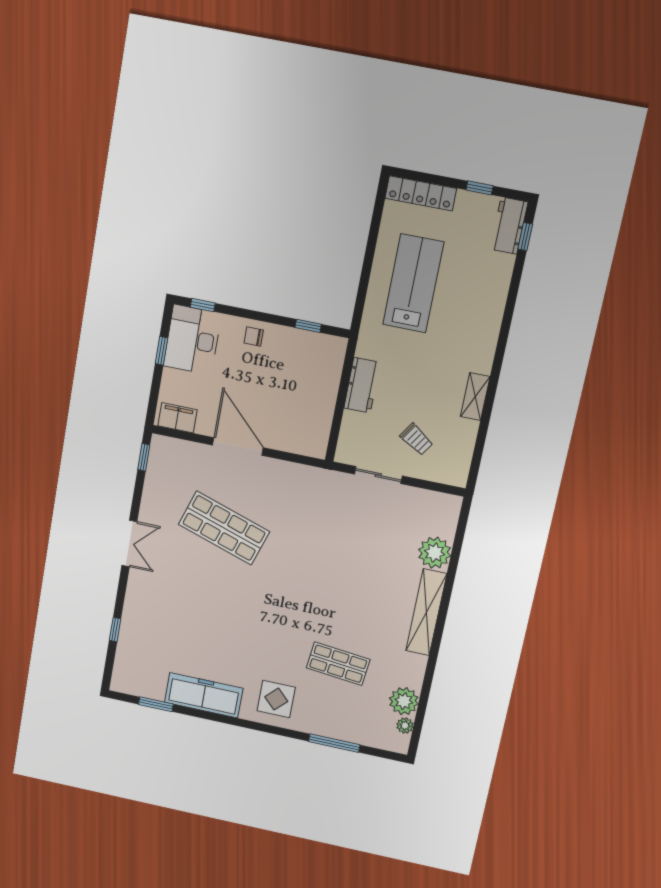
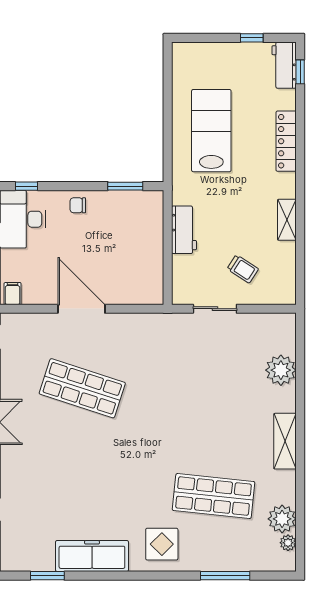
locker: (421, 193) -> (286, 141), moved, turned 90
window: (308, 326) -> (125, 186), width x1.50
filing cabinet: (177, 418) -> (13, 294), width x0.50
shelving: (426, 612) -> (285, 441), width x0.68
shop shelf: (338, 664) -> (214, 496), width x1.43, depth x1.36

